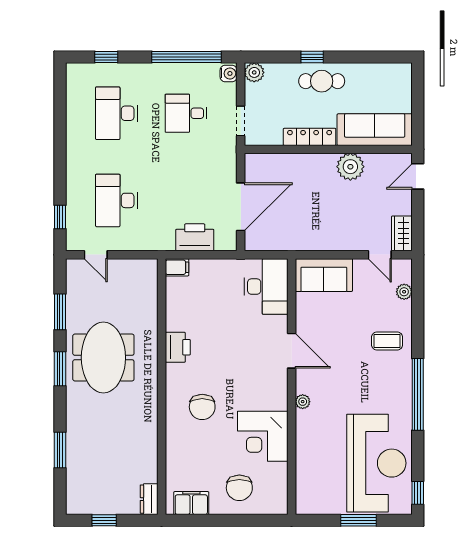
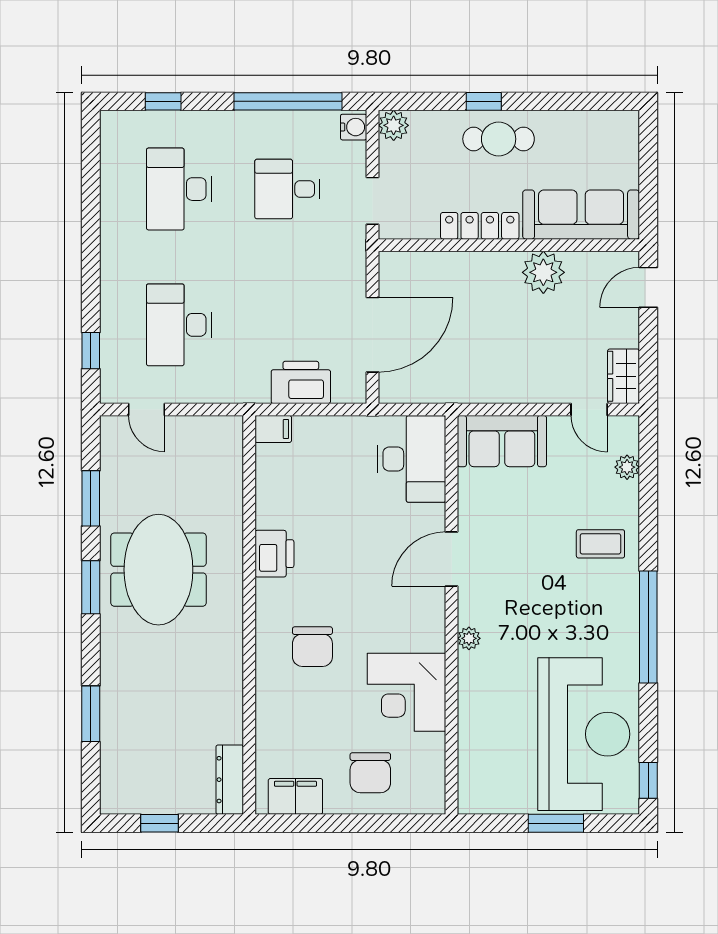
door: (292, 351) -> (452, 559), swing flipped
dresser: (149, 499) -> (230, 780), width x1.44

